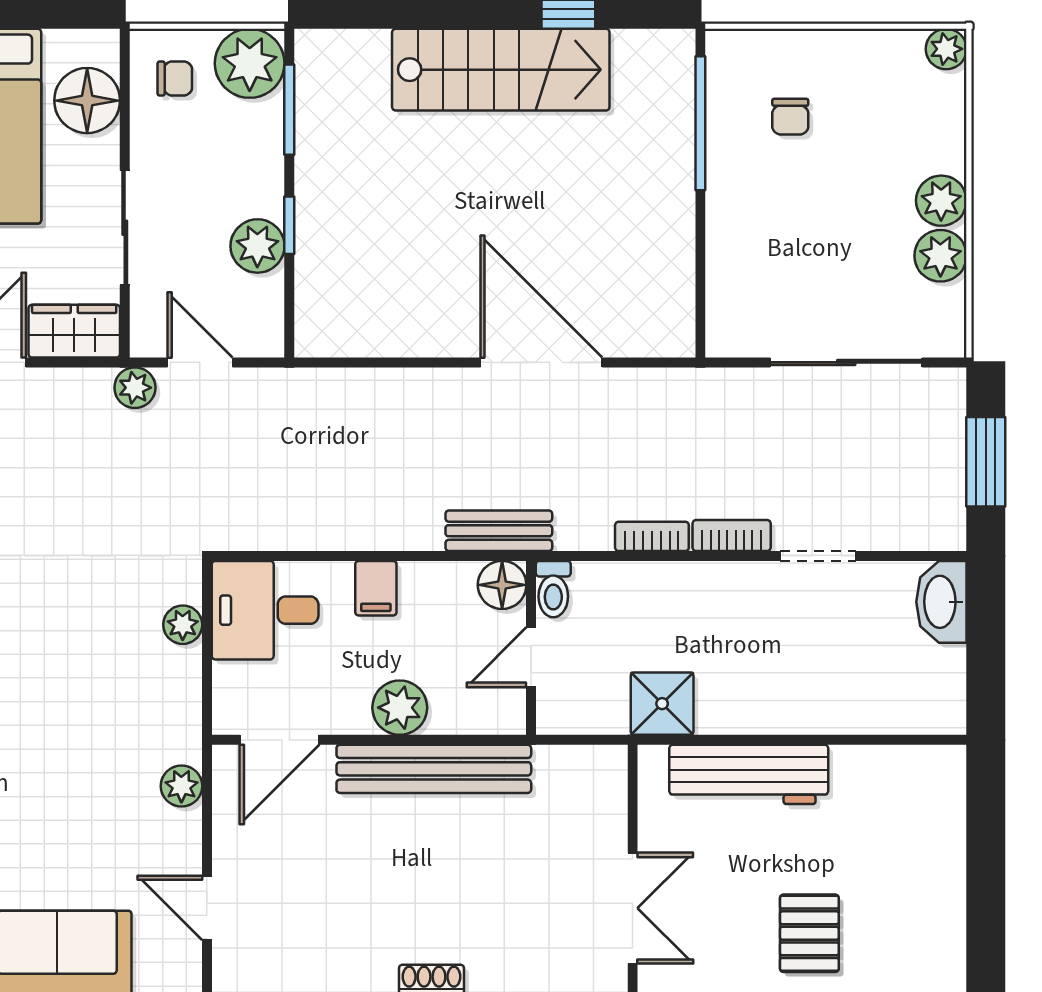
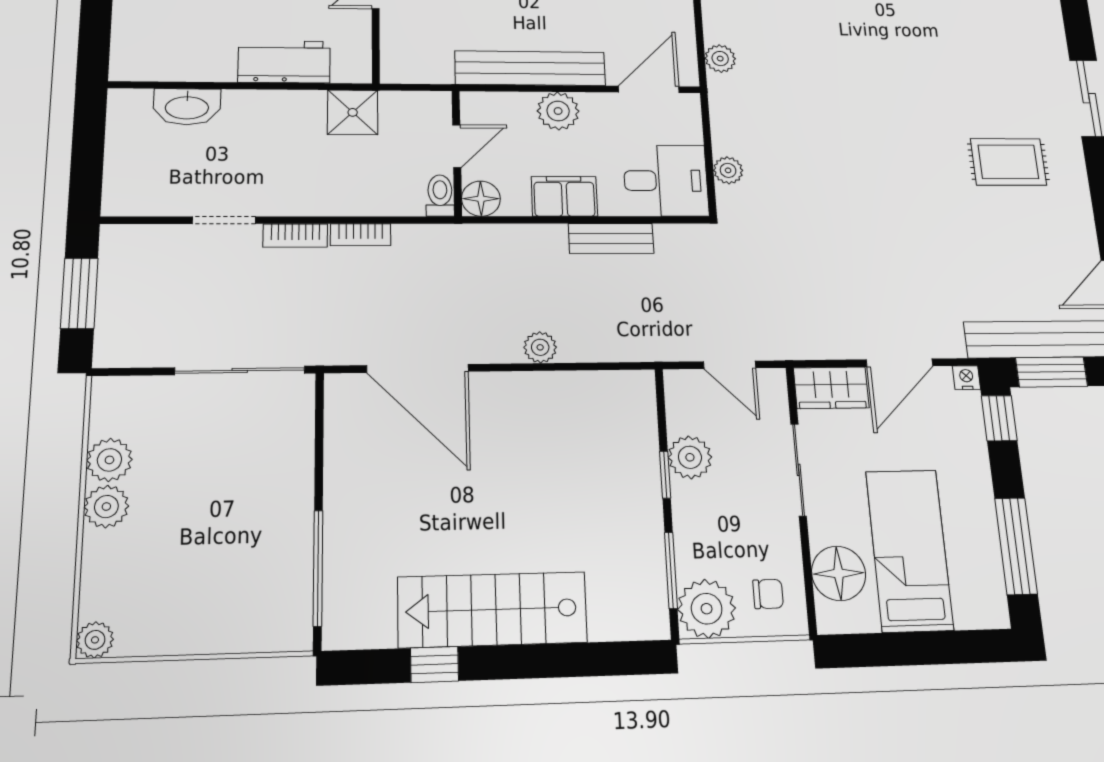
chair: (175, 78) -> (768, 594), turned 180
chair: (790, 117) -> (238, 576), removed
door: (541, 362) -> (418, 368), moved
sliding door: (846, 362) -> (240, 371), moved
plant: (135, 388) -> (540, 347), moved
bench: (499, 531) -> (611, 238), moved
filing cabinet: (376, 588) -> (564, 196), width x2.00
washbasin: (941, 602) -> (187, 107), moved, turned 90
workbench: (749, 774) -> (284, 62), width x0.73

